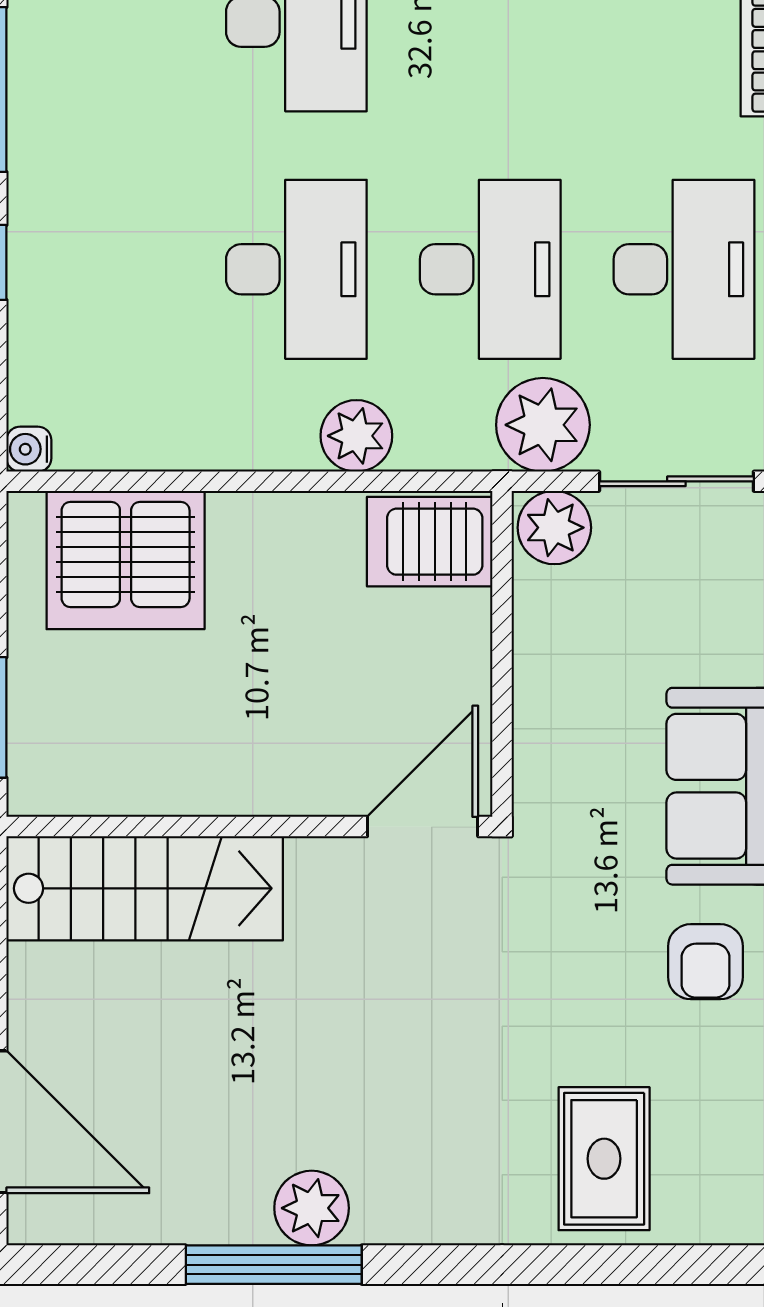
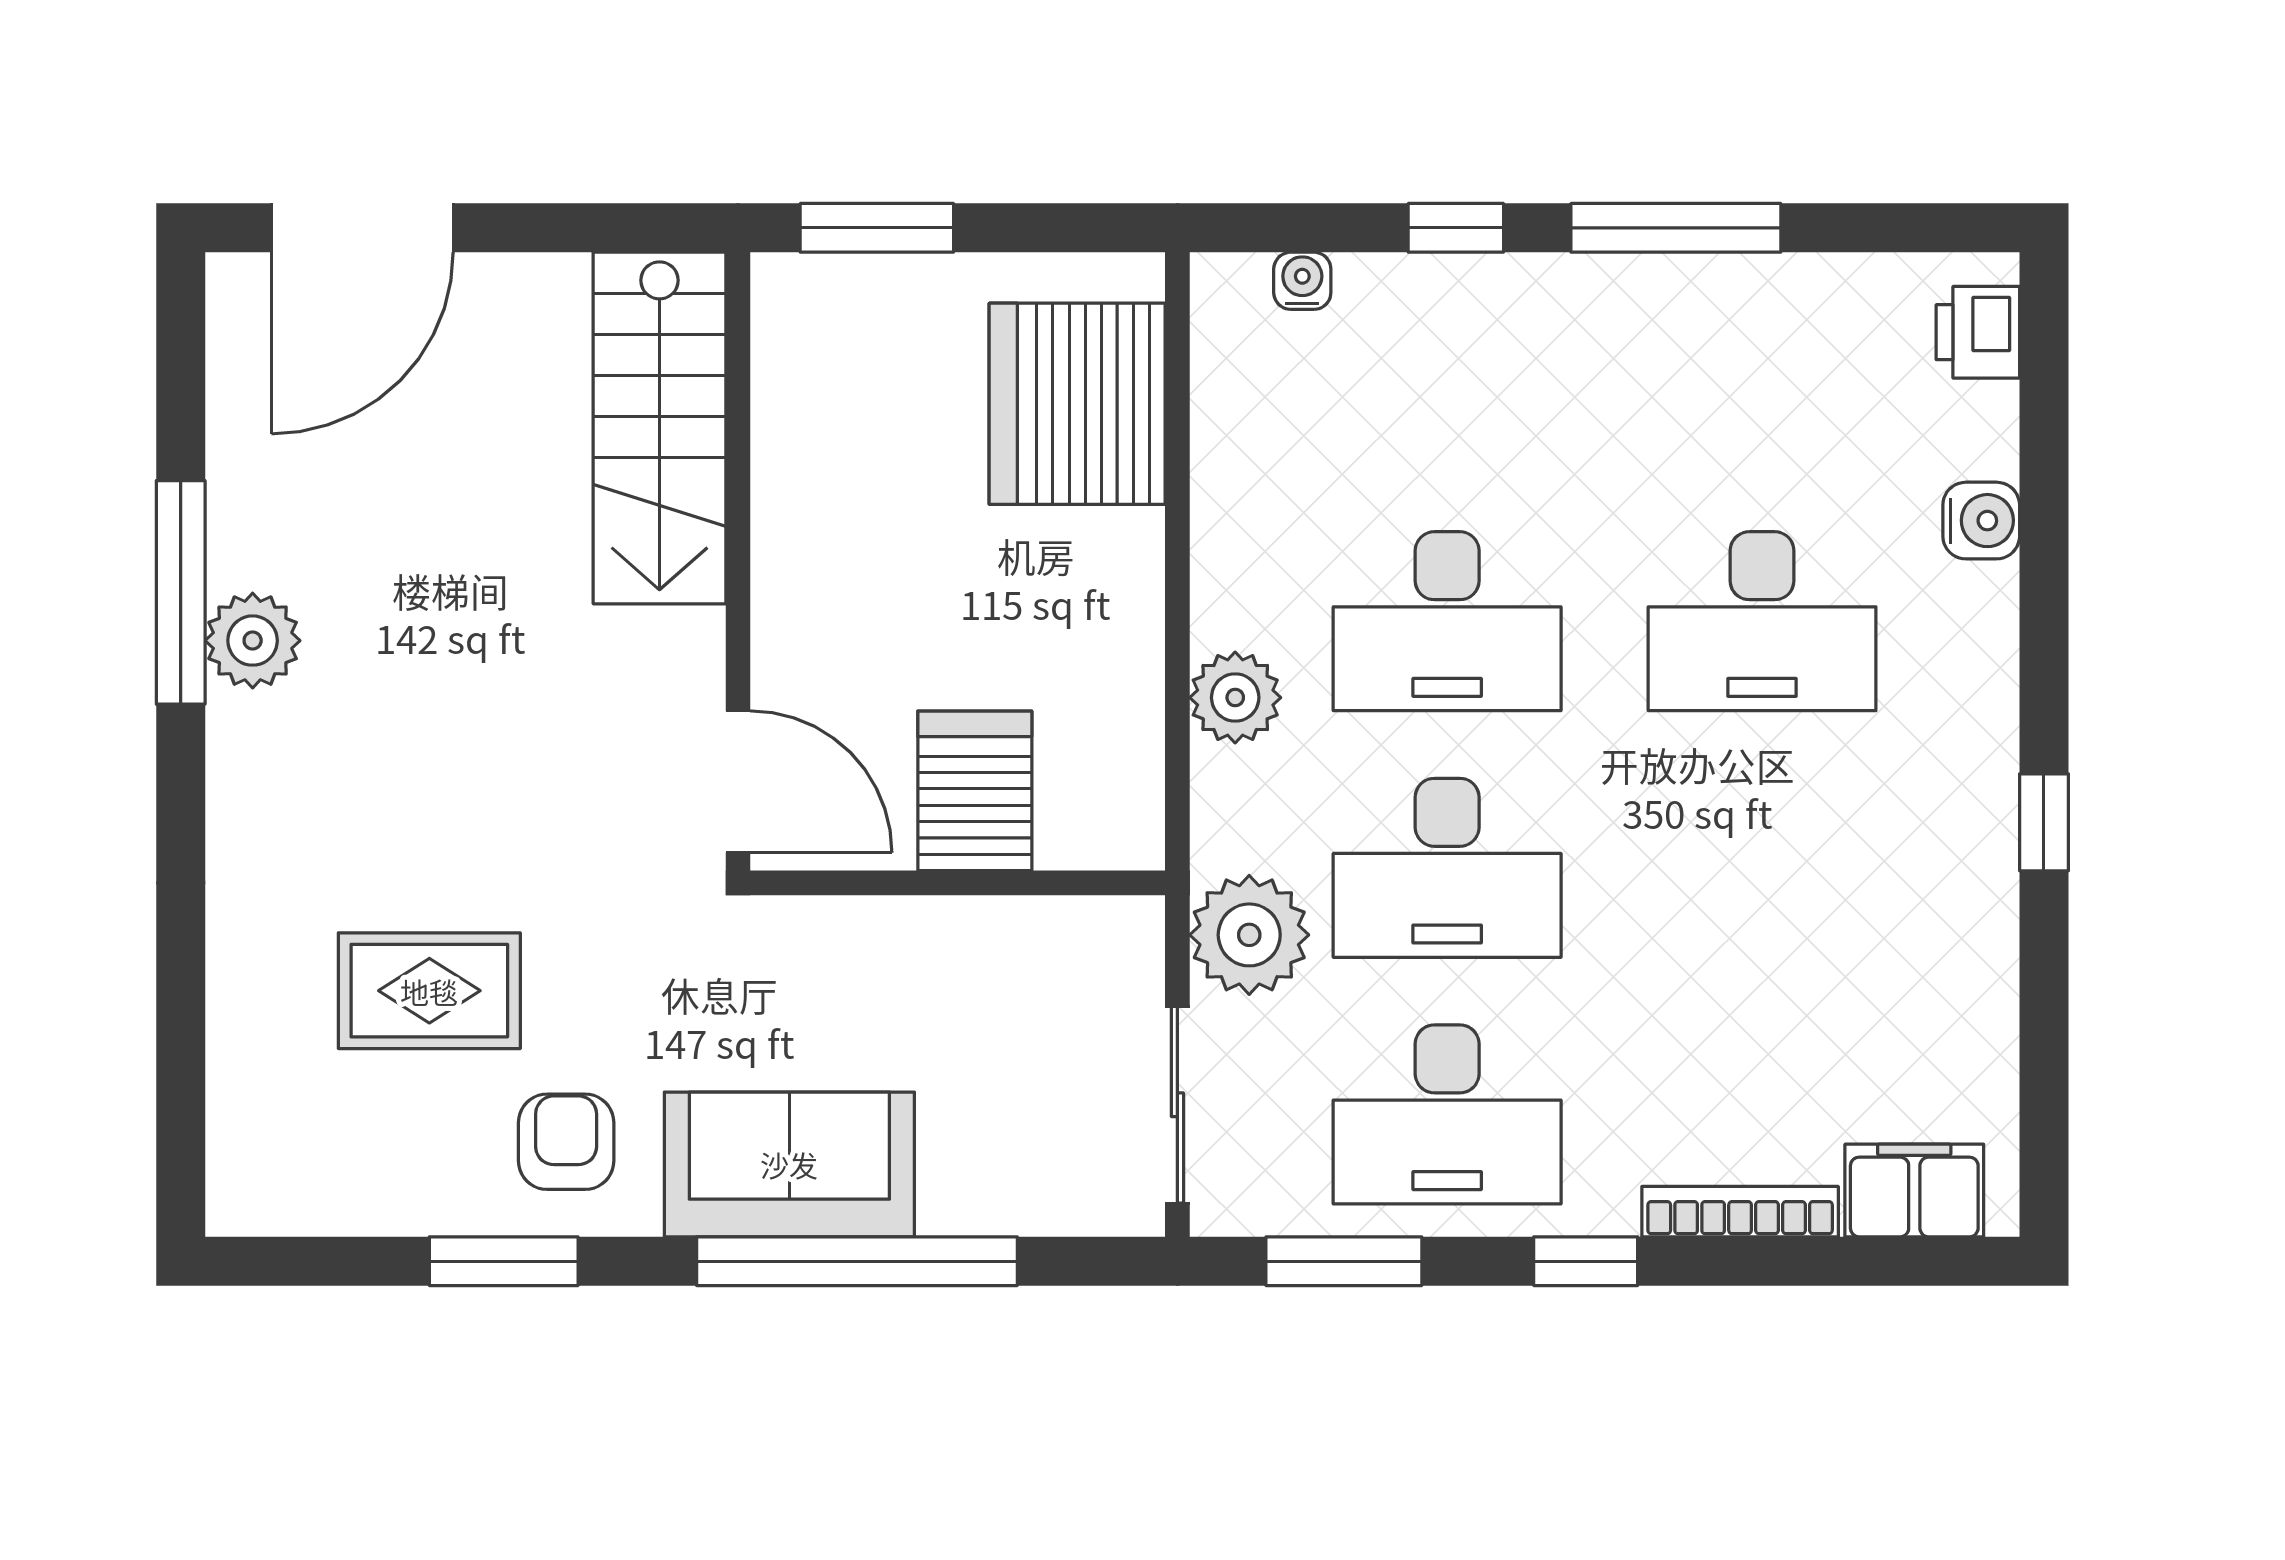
water cooler: (29, 449) -> (1302, 281), moved
plant: (554, 528) -> (1119, 949), removed
server rack: (430, 542) -> (975, 791), moved
armchair: (706, 962) -> (566, 1142), turned 90
rug: (604, 1159) -> (429, 991), moved

